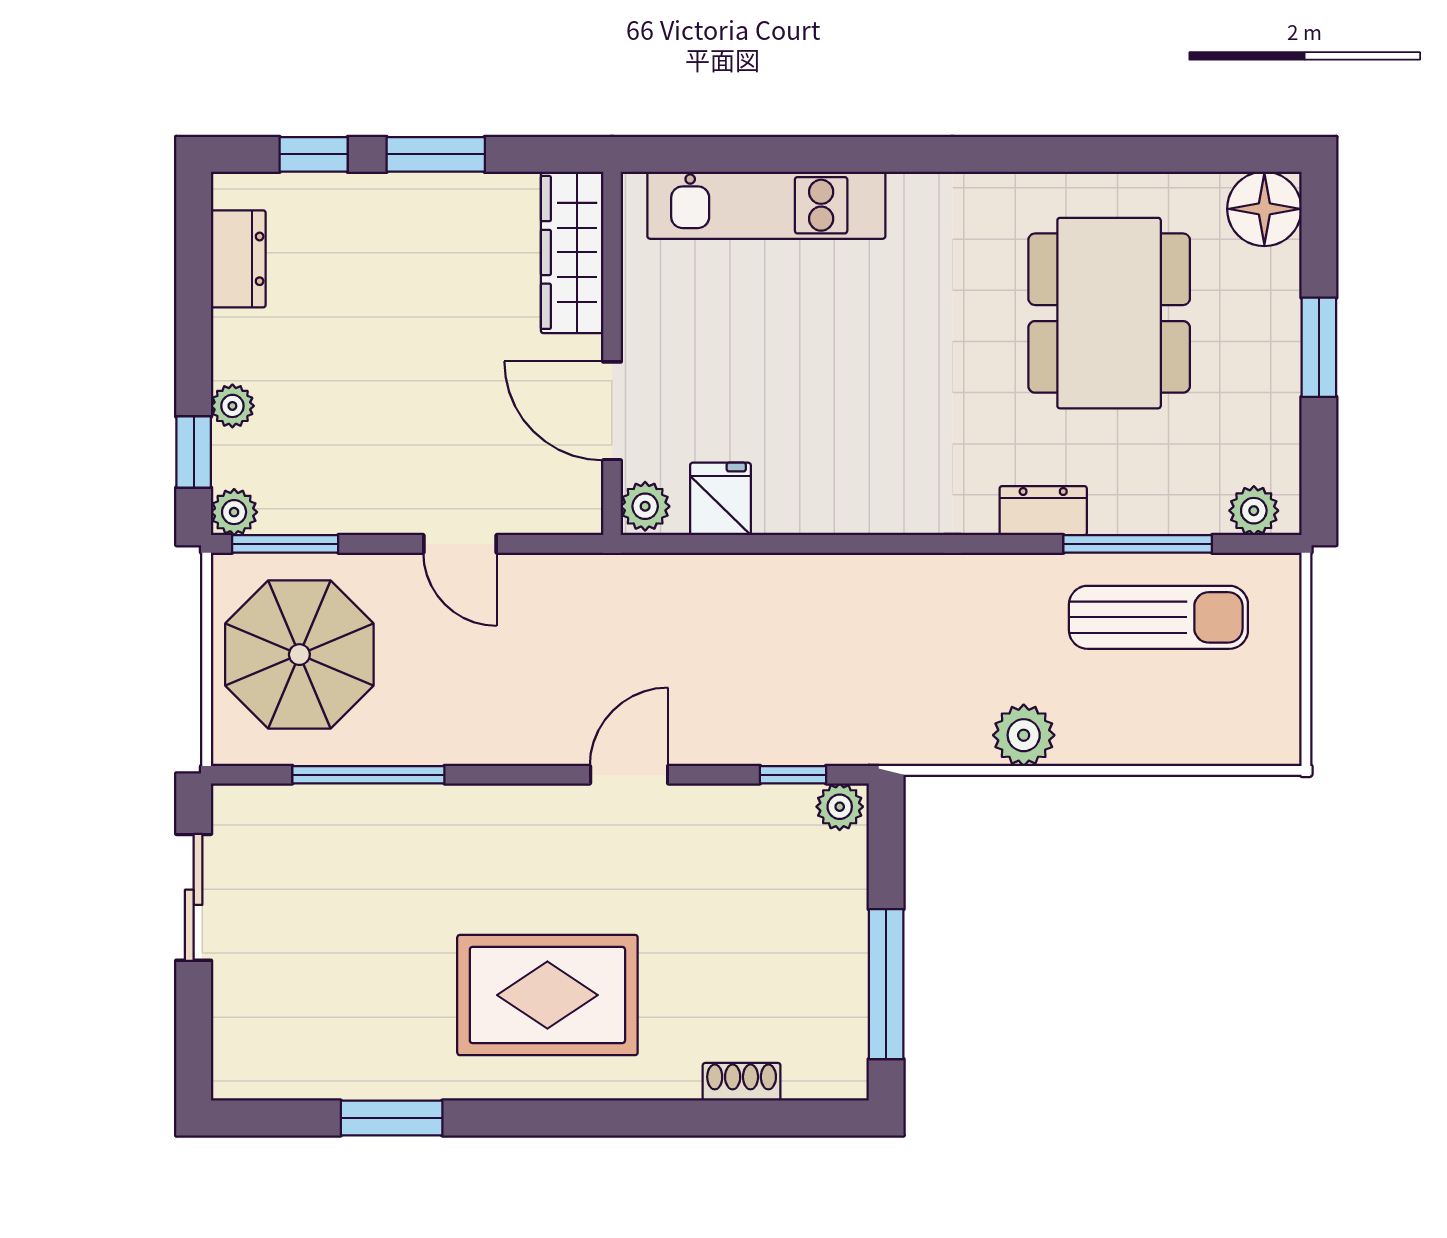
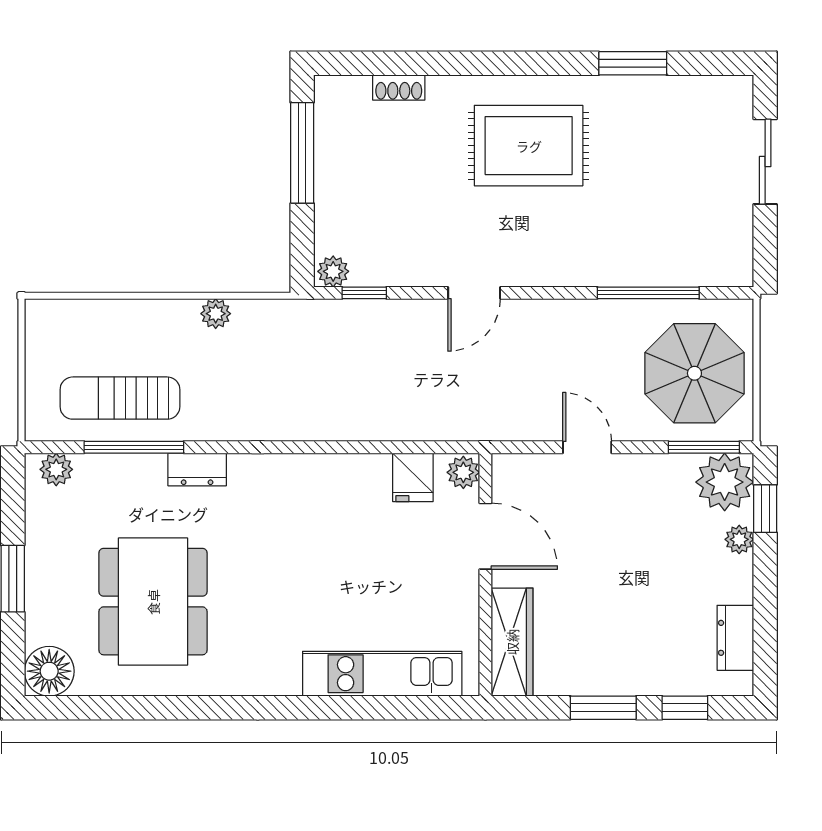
plant: (234, 512) -> (725, 482), width x1.88, depth x1.88
plant: (1024, 735) -> (216, 314), width x0.73, depth x0.73
sliding door: (194, 897) -> (765, 162), moved

